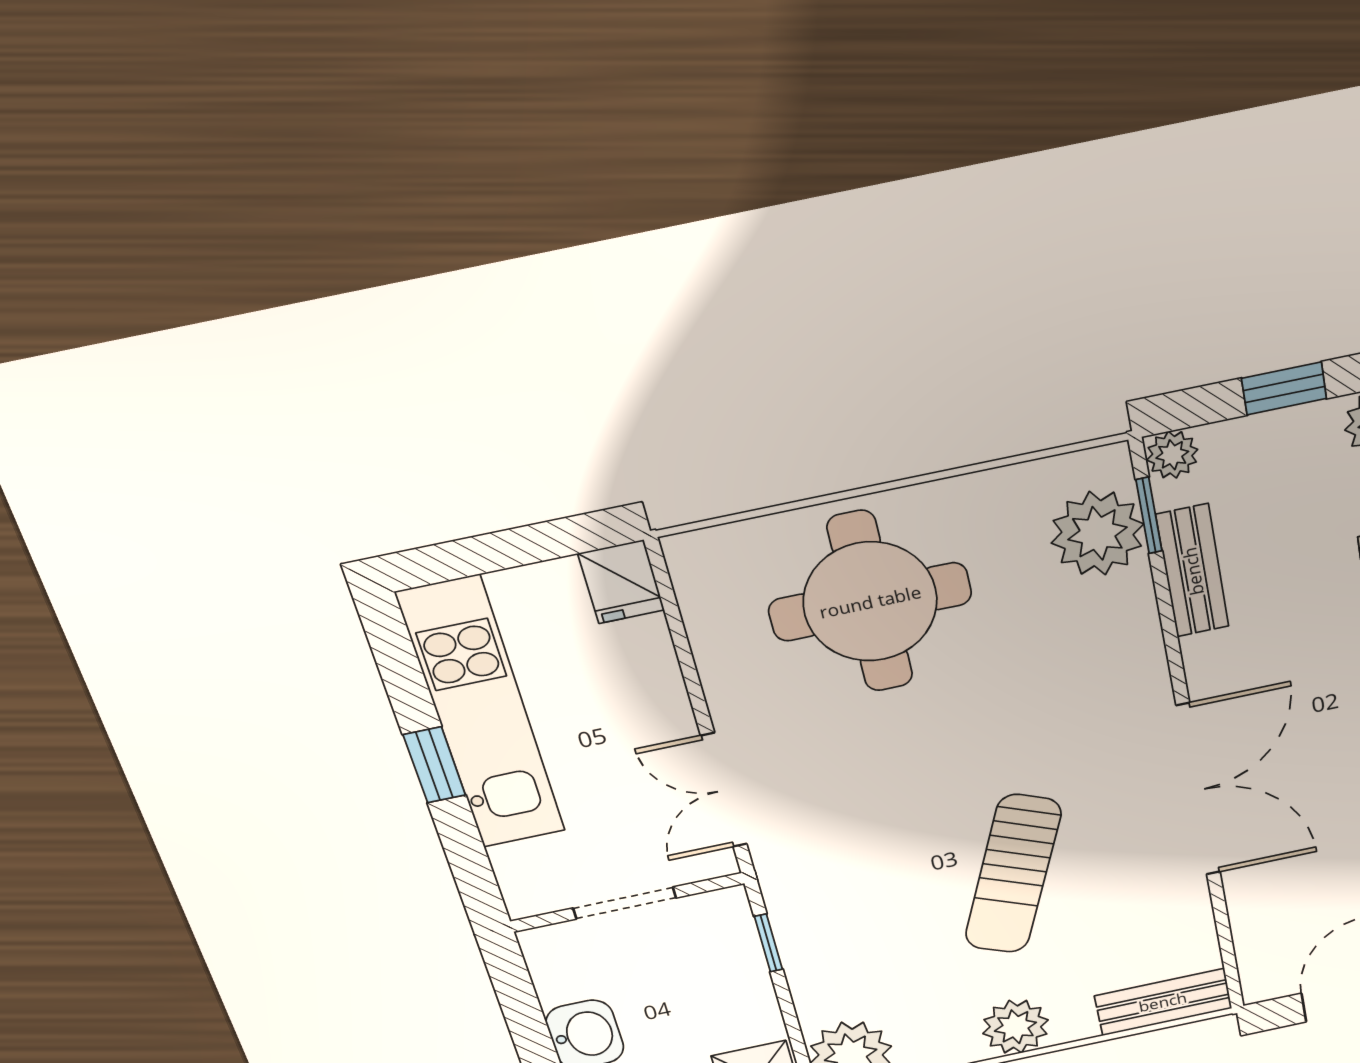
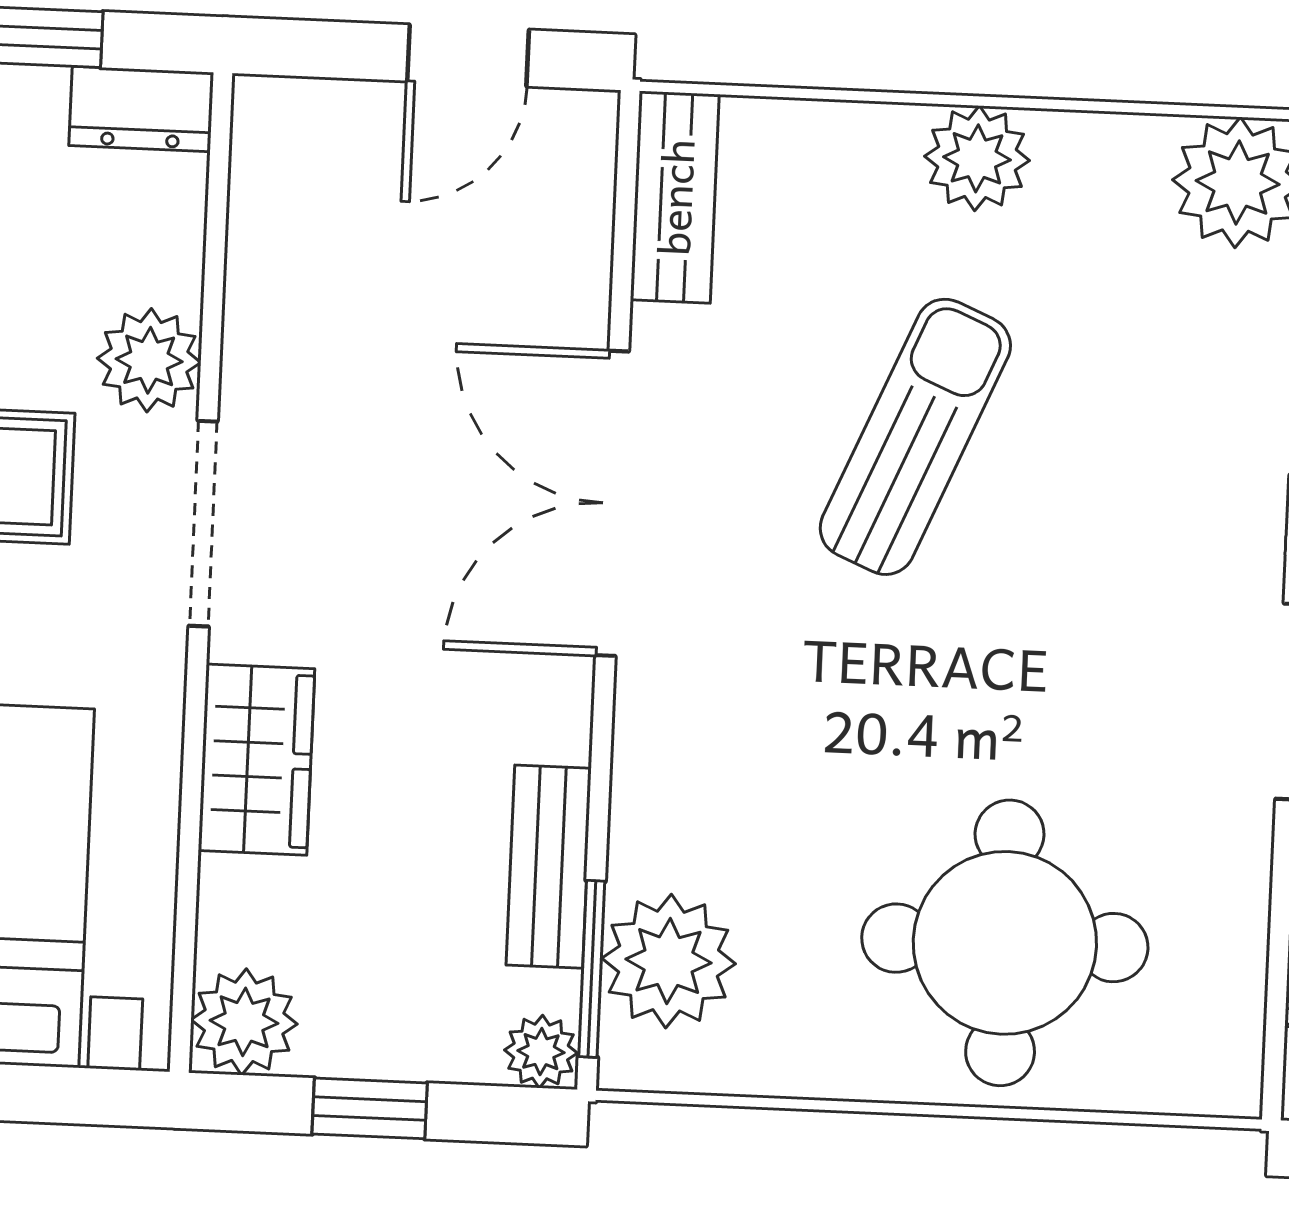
window: (1149, 515) -> (592, 969), width x1.50
bench: (1163, 1002) -> (675, 197), moved, turned 90

